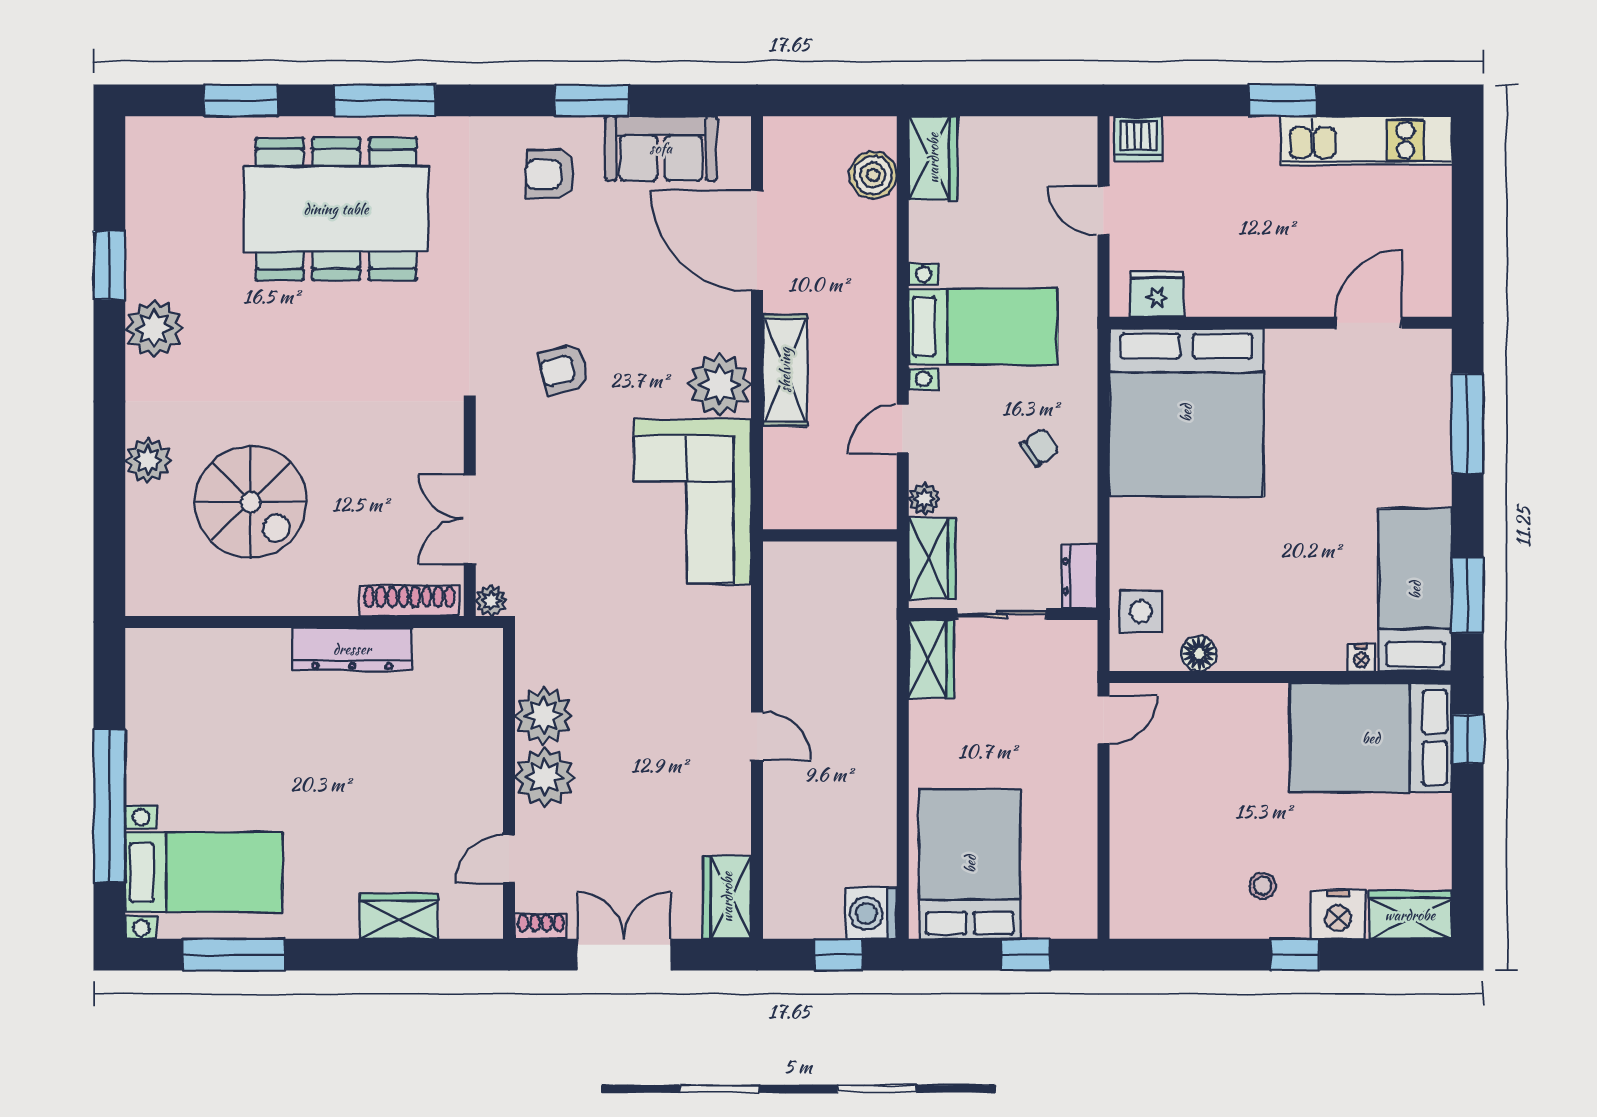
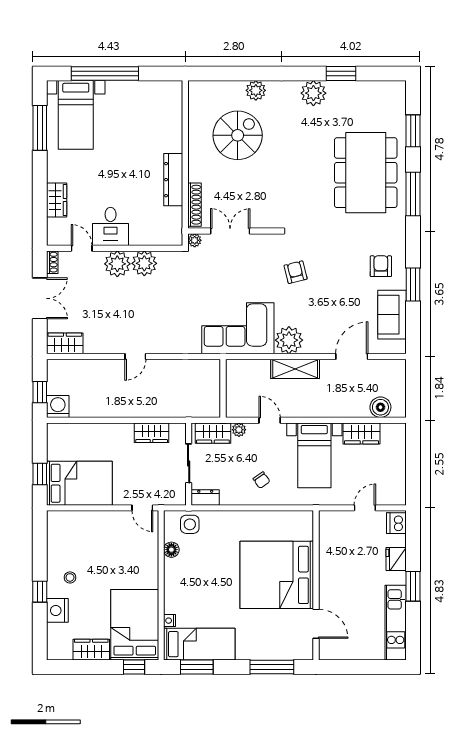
wardrobe: (933, 158) -> (361, 433), moved
door: (757, 241) -> (352, 357), width x0.73
fridge: (1157, 294) -> (396, 559), moved, turned 180
bed: (1186, 413) -> (277, 575), moved
spiral stairs: (251, 502) -> (238, 135), turned 180
wardrobe: (931, 659) -> (152, 433), moved
desk: (459, 793) -> (111, 226), added
bed: (970, 864) -> (79, 483), moved
wardrobe: (1410, 915) -> (91, 650), moved, turned -90

